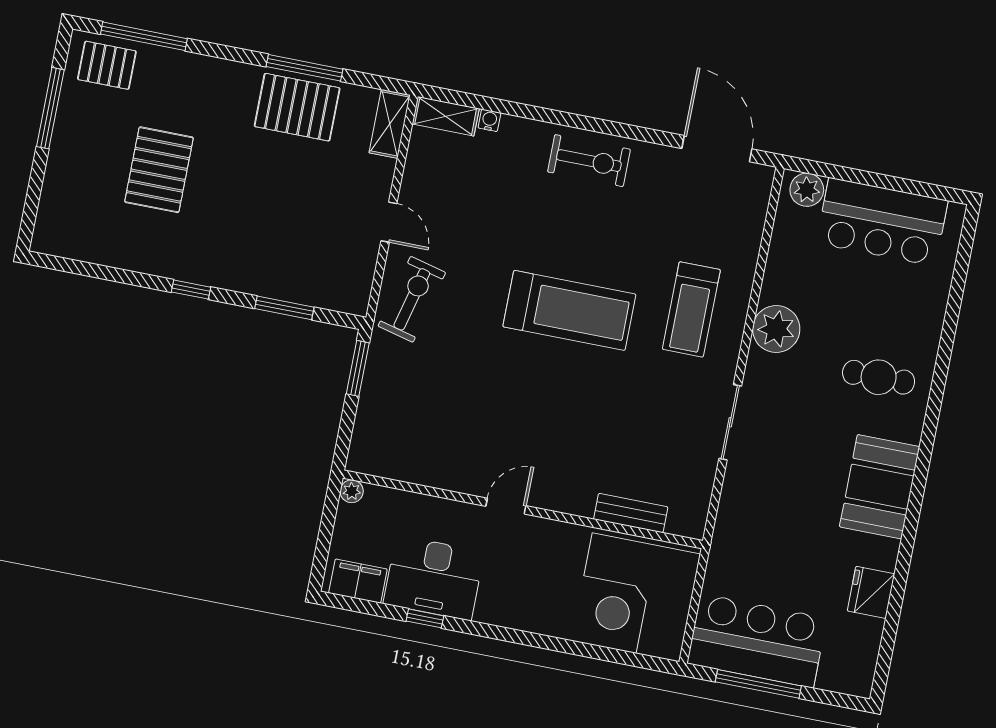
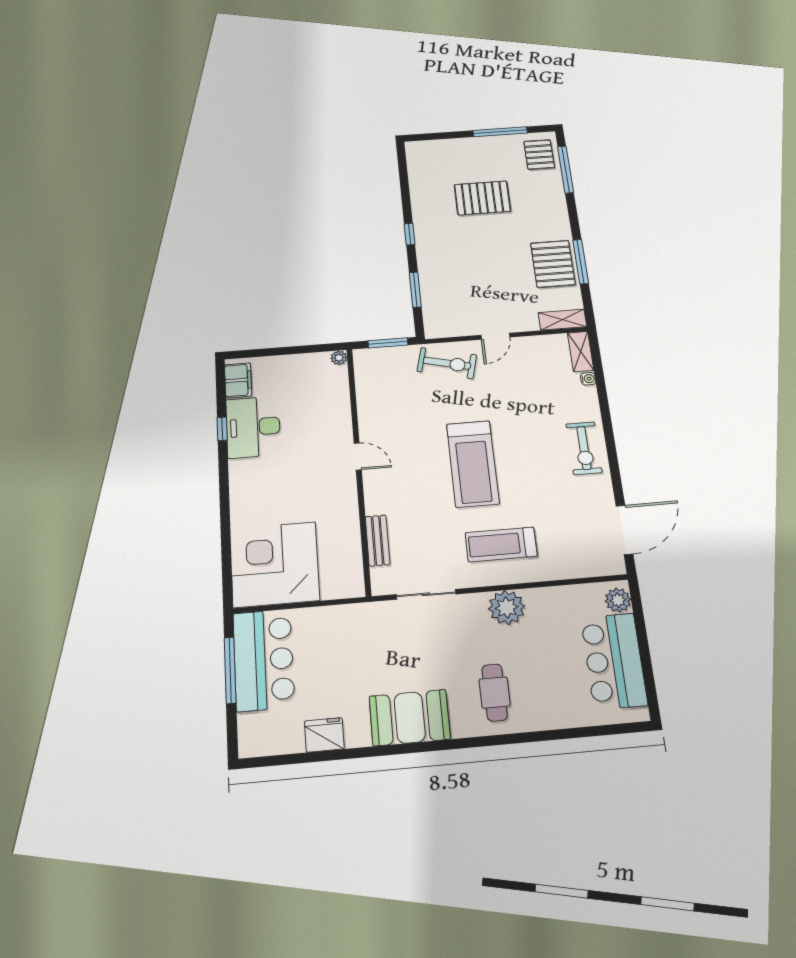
plant: (352, 491) -> (339, 358), moved
door: (506, 506) -> (358, 456), moved
wall: (523, 509) -> (359, 468), moved
bench: (631, 513) -> (378, 540), moved

